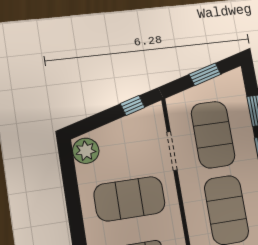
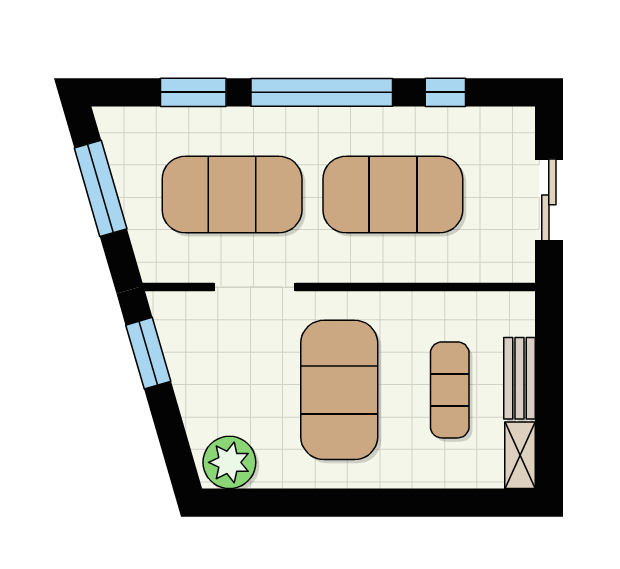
window: (205, 74) -> (101, 188), width x1.44
window: (132, 105) -> (148, 353), width x1.50

